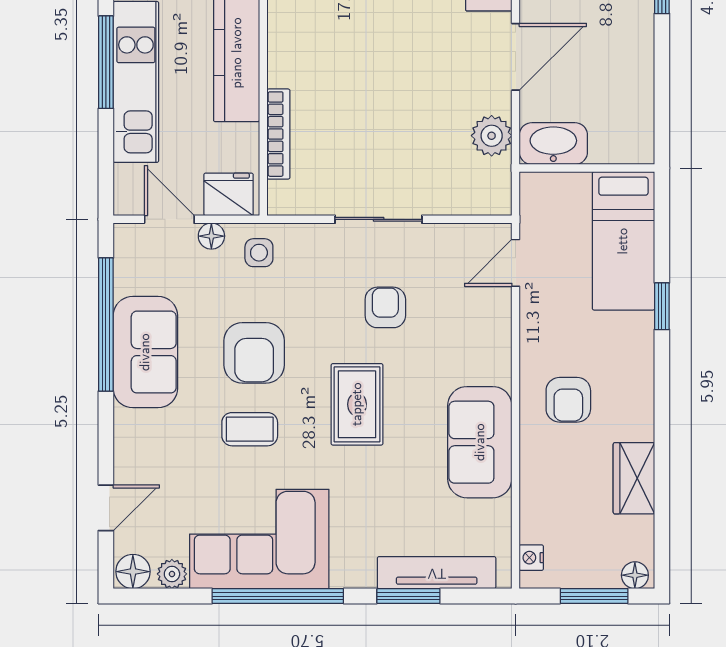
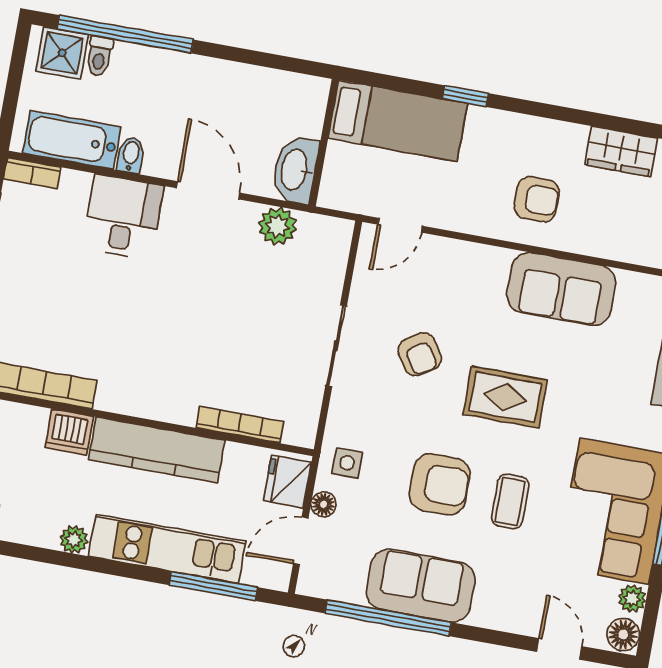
window: (106, 62) -> (213, 586), moved
door: (516, 263) -> (400, 225), hinge flipped
armchair: (385, 307) -> (420, 354), turned -123

